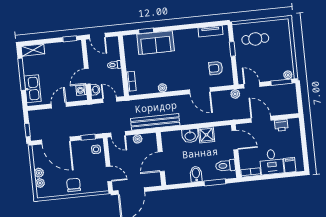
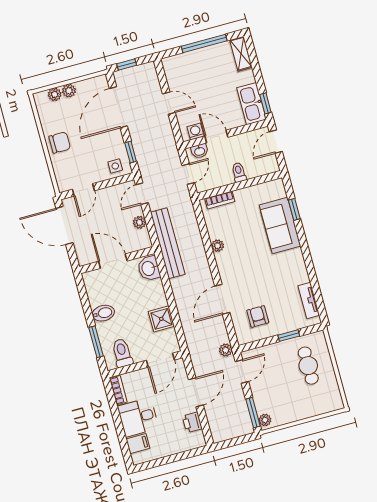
kitchen sink: (33, 89) -> (252, 104), moved, turned 90
washbasin: (190, 136) -> (149, 268), moved

